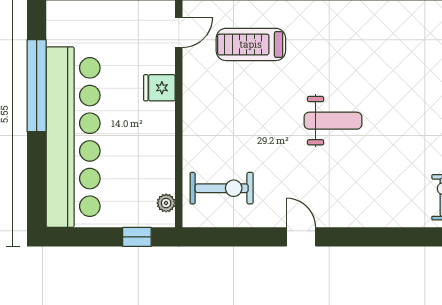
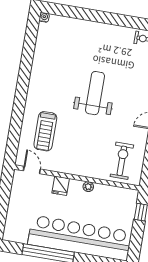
weight bench: (333, 121) -> (95, 93), width x1.36, depth x1.33
plant: (166, 203) -> (88, 187), moved

